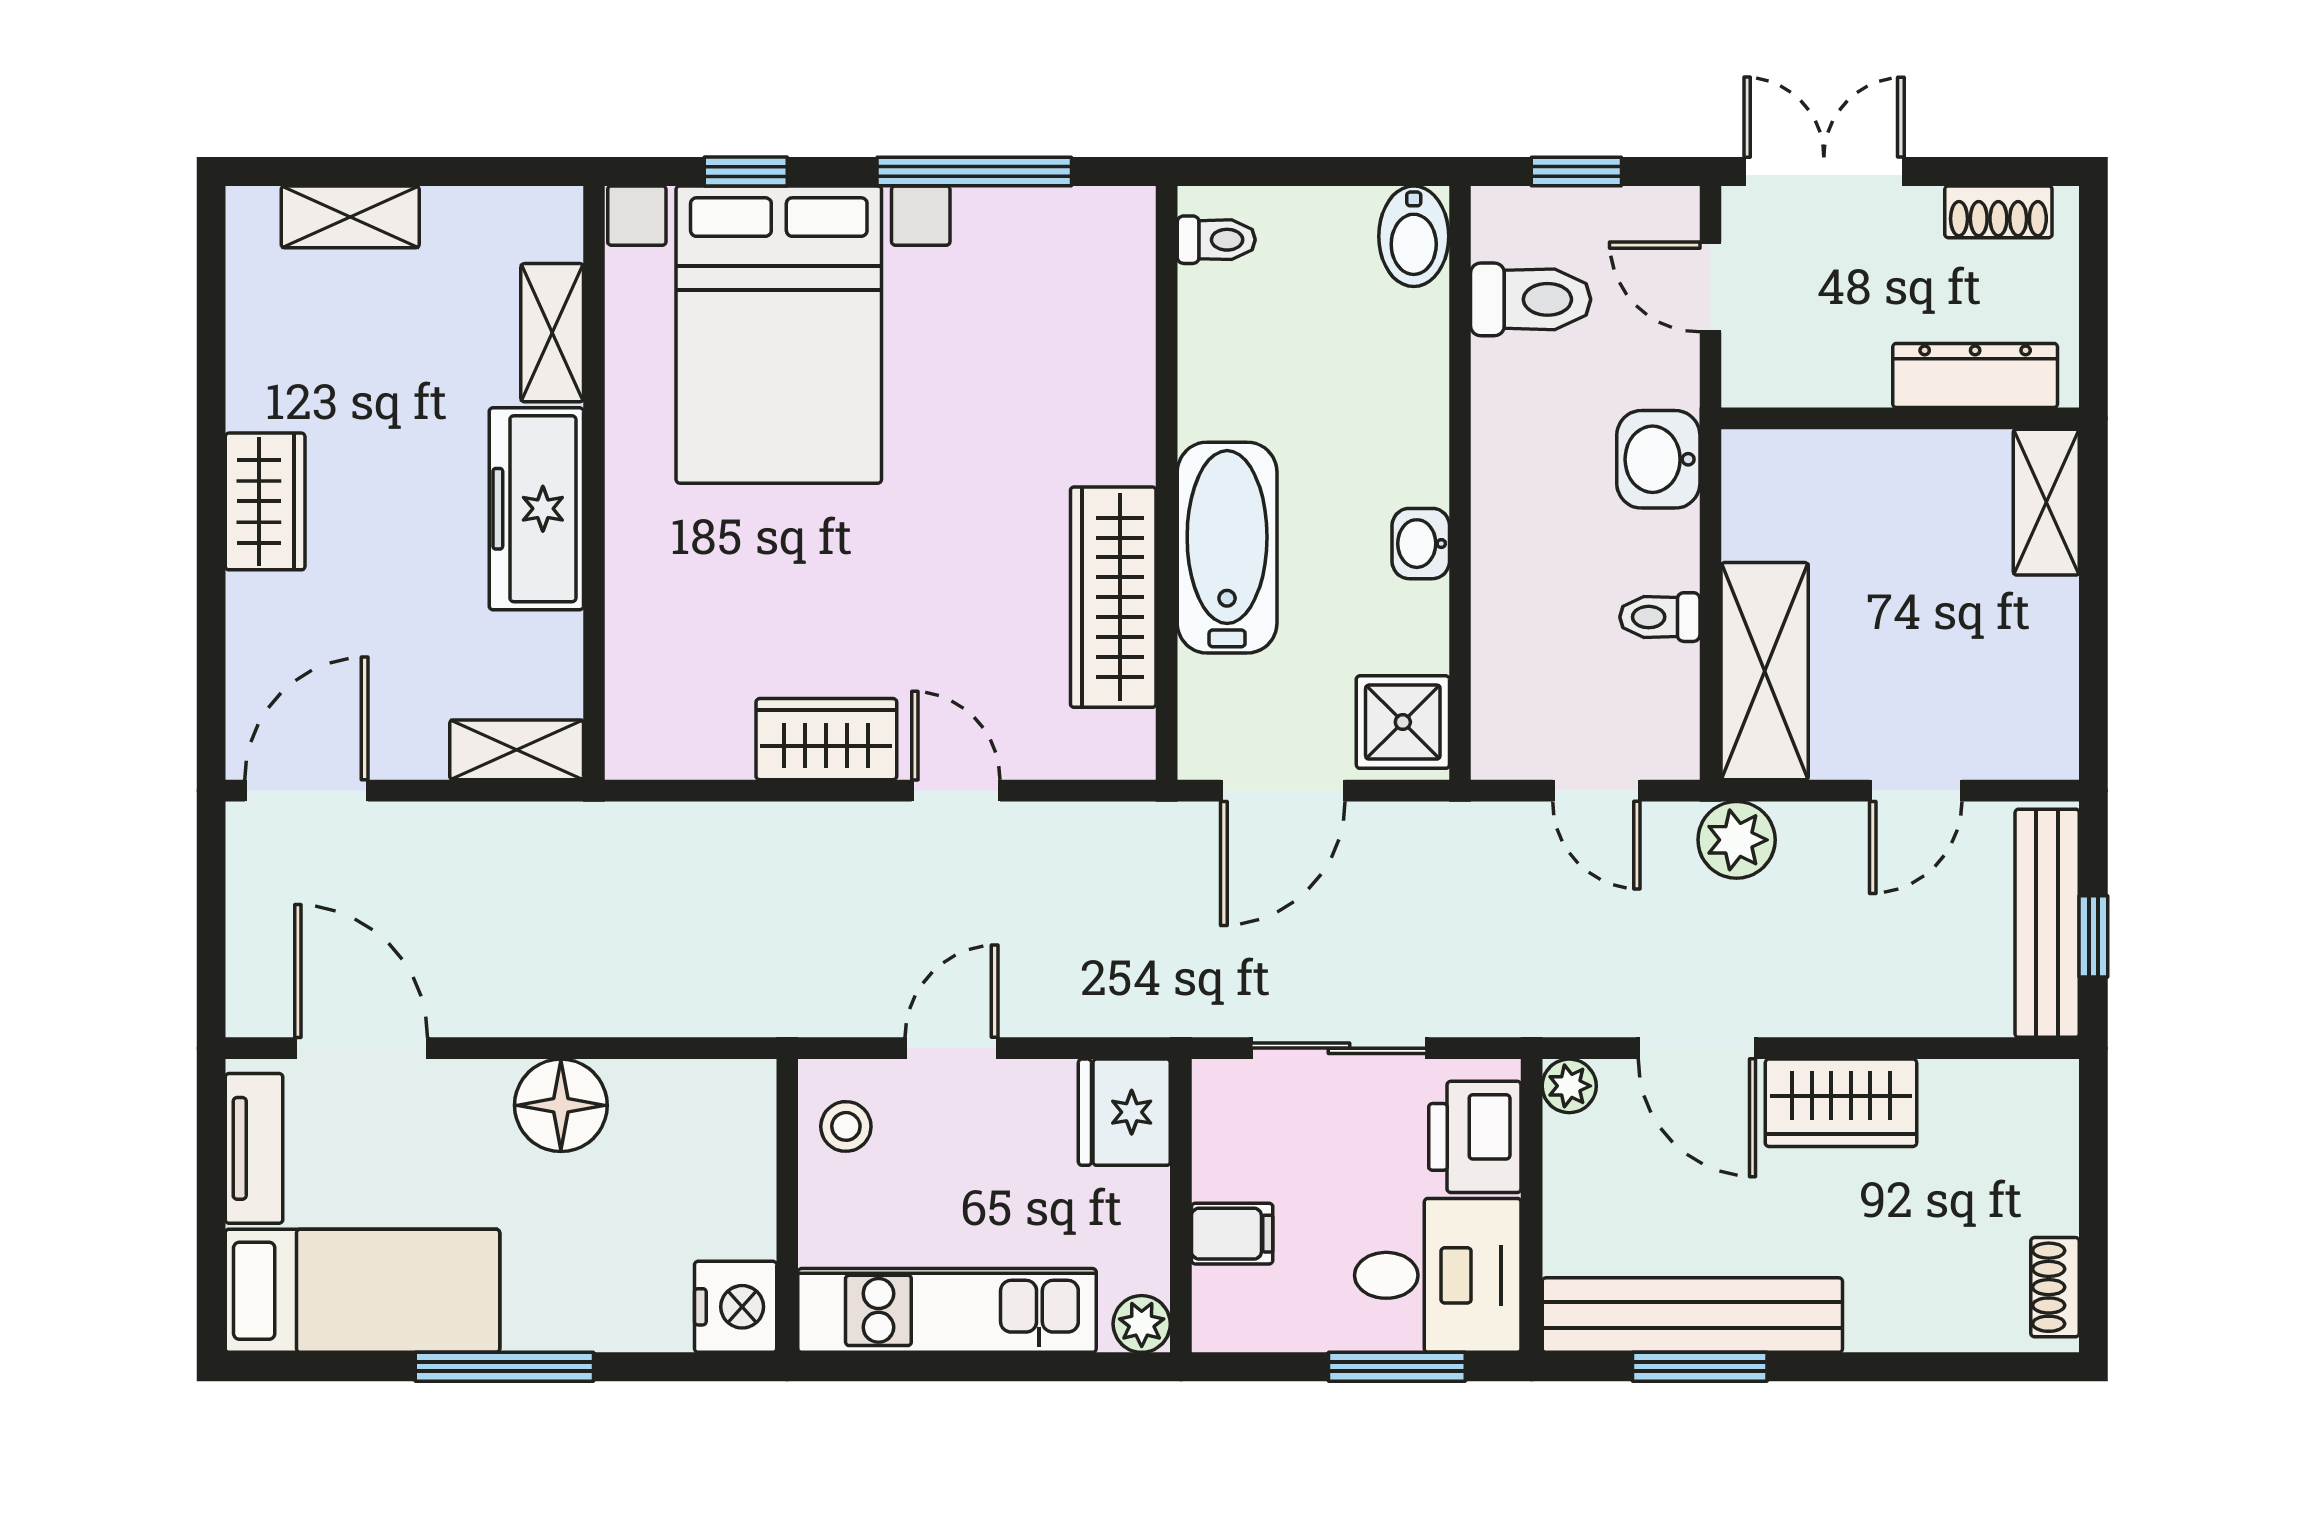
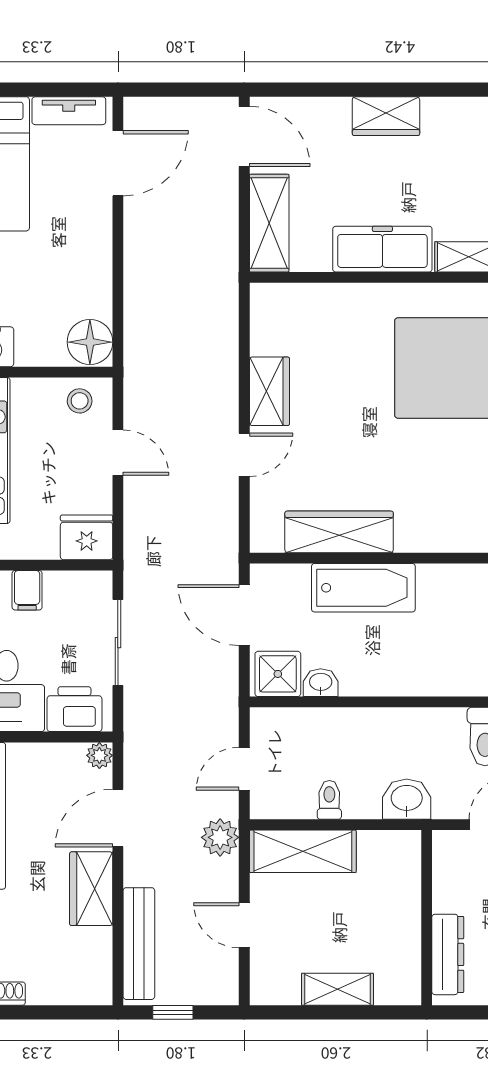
shelving: (2046, 502) -> (337, 989), moved
washbasin: (1421, 544) -> (321, 683), moved
shelving: (517, 750) -> (269, 223), width x1.50, depth x1.33
bench: (2047, 923) -> (139, 944), moved, turned 90
floor lamp: (561, 1105) -> (90, 342), moved

